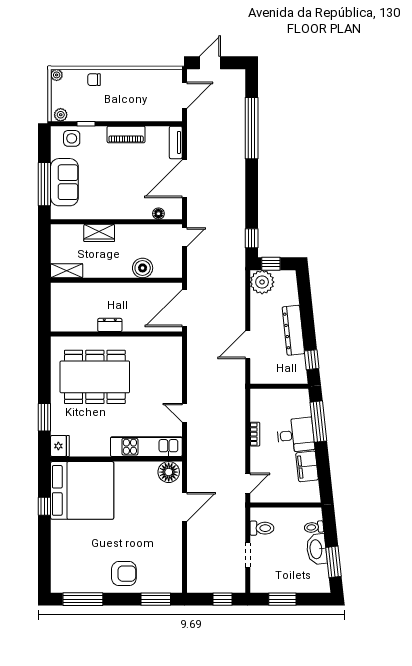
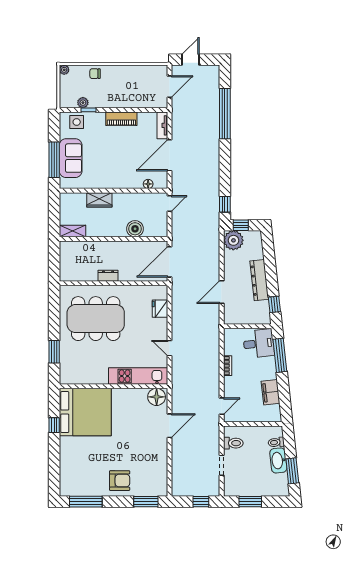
plant: (61, 115) -> (83, 103), moved
desk: (296, 435) -> (259, 344), moved
fridge: (60, 446) -> (160, 309), moved, turned 180

